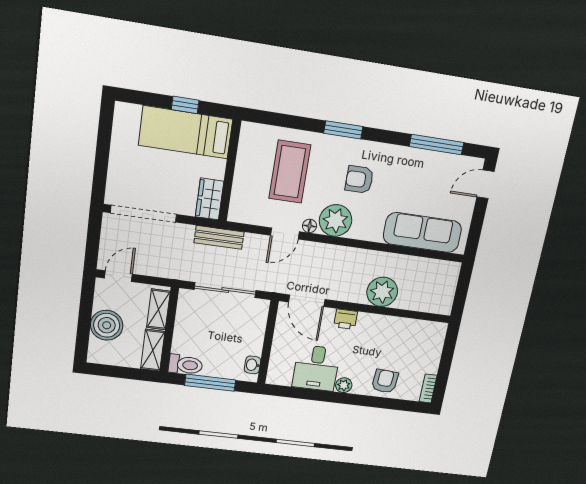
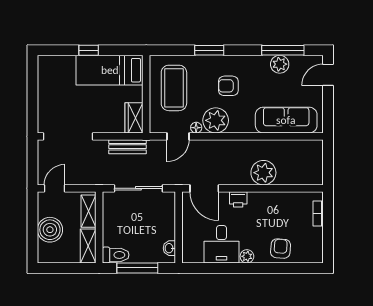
bed: (186, 132) -> (110, 70), moved
plant: (429, 162) -> (280, 64), added
wall: (230, 171) -> (146, 94), moved
wardrobe: (210, 199) -> (134, 118), moved
bookcase: (428, 389) -> (318, 213), moved

